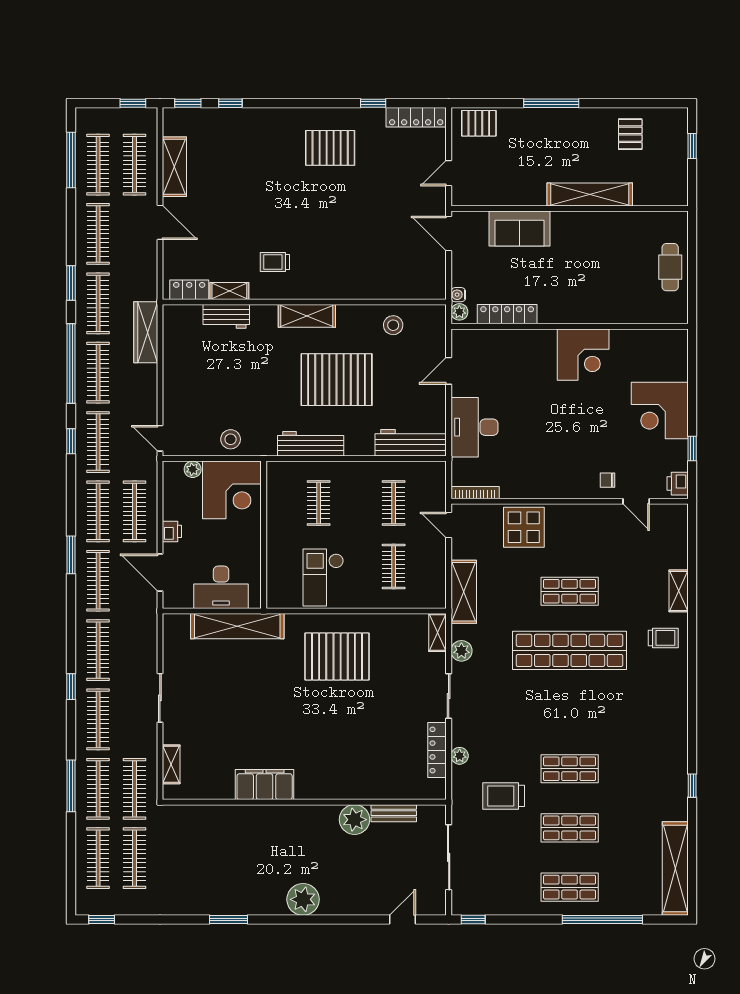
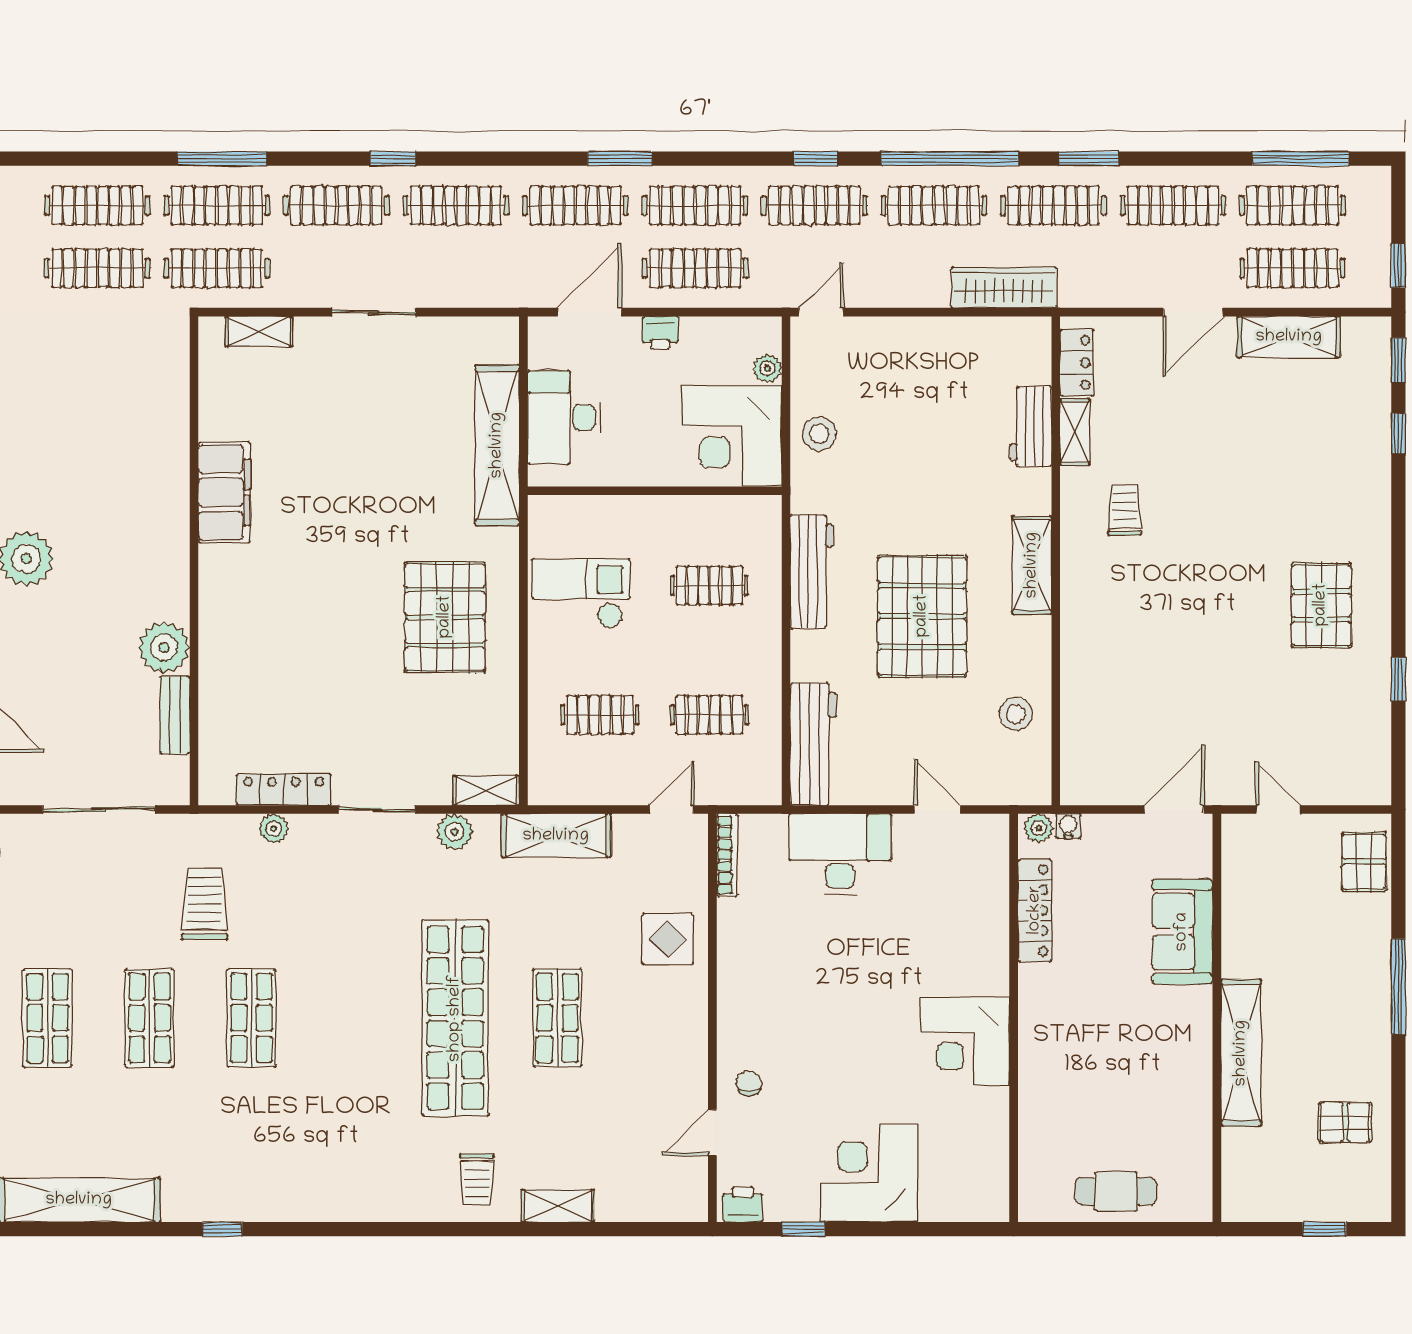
locker: (416, 117) -> (1374, 754), removed
display table: (524, 527) -> (668, 939), width x0.73, depth x0.73

